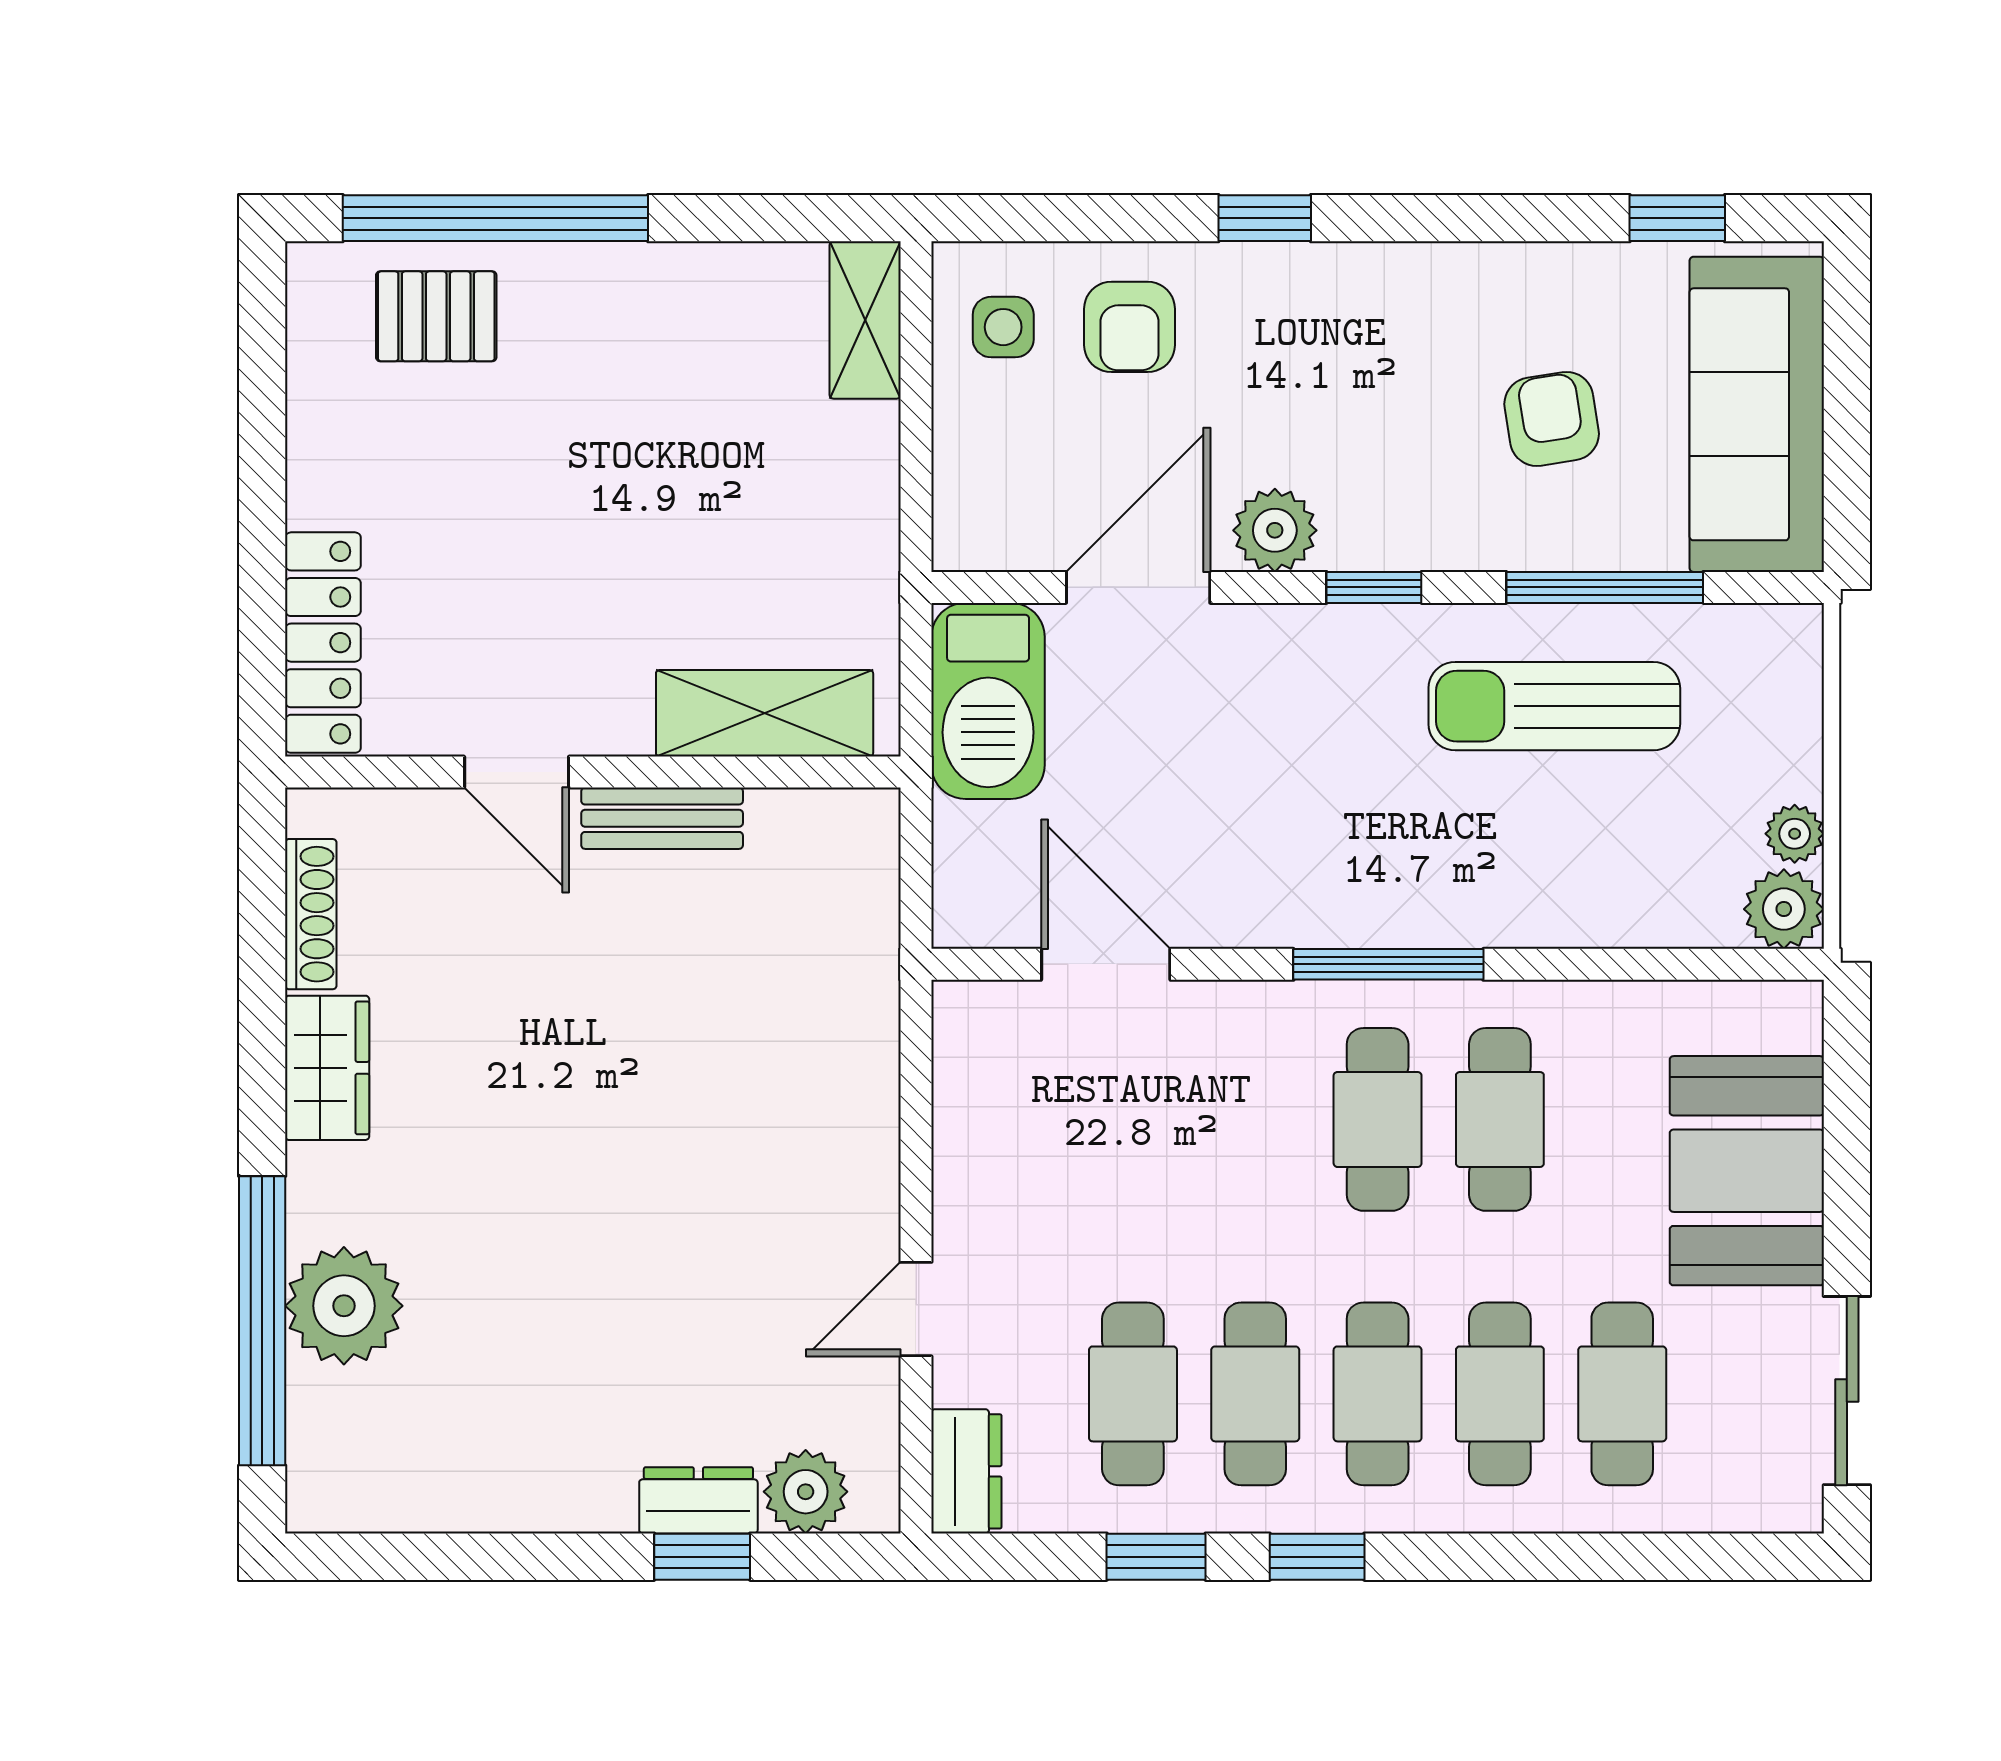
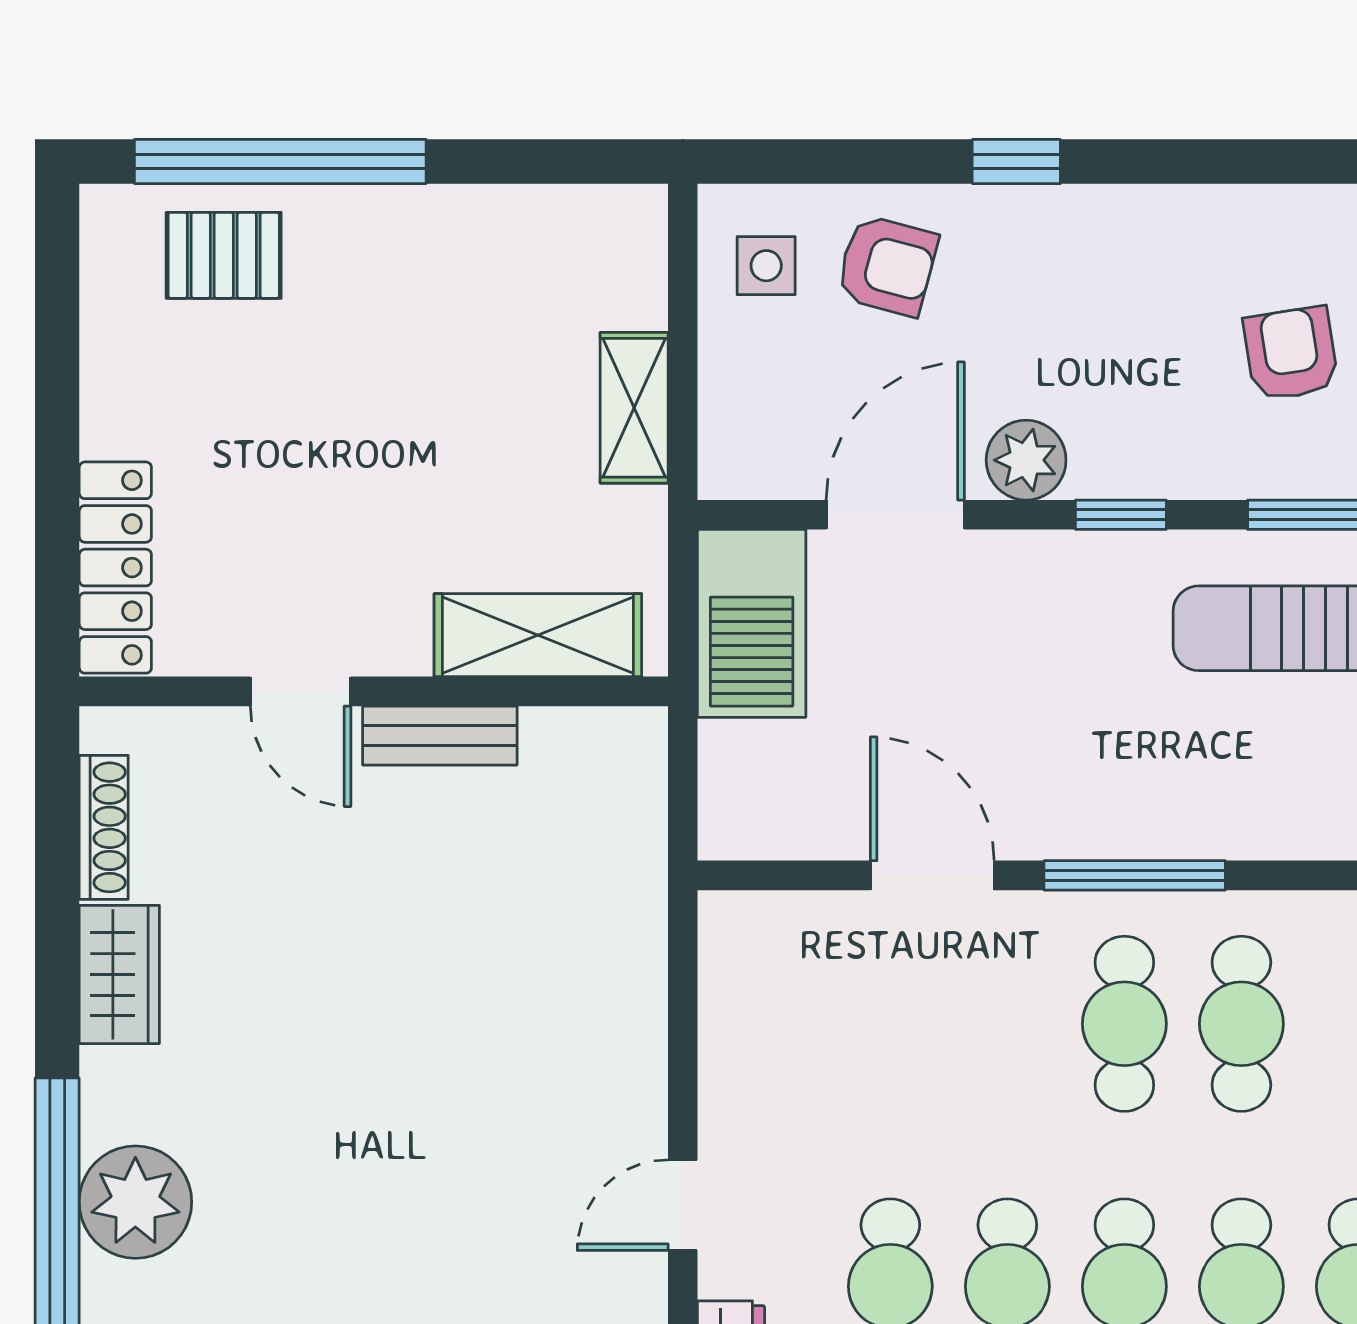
shelving: (865, 320) -> (634, 408), moved
armchair: (1129, 327) -> (887, 266), turned -75
door: (1106, 964) -> (932, 875), moved

